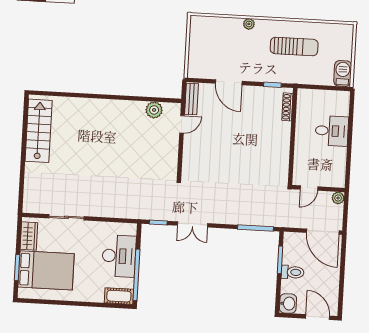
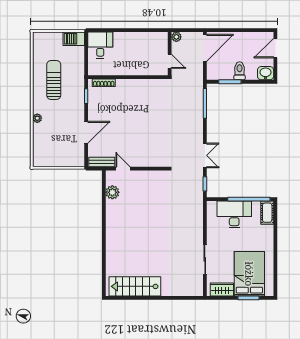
desk: (332, 131) -> (100, 45), moved

